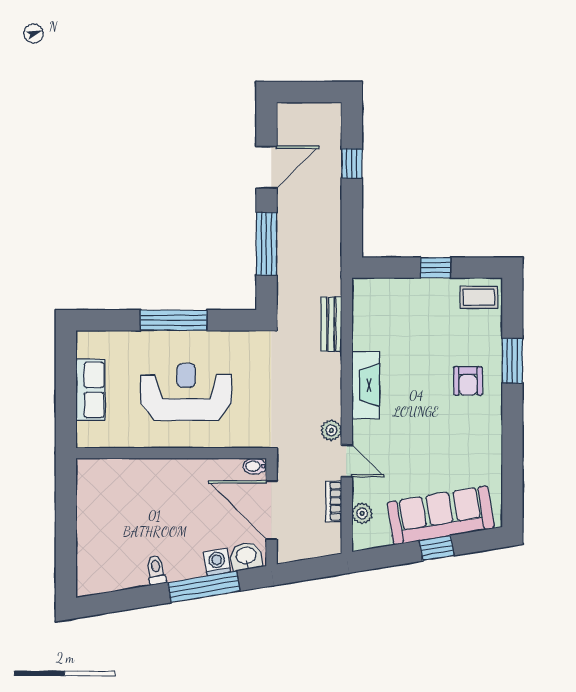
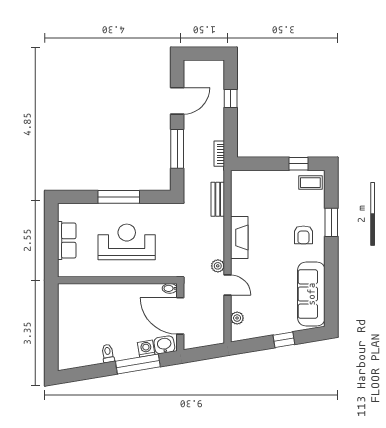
window: (436, 268) -> (298, 164), moved
bookcase: (334, 501) -> (219, 154), moved
sofa: (441, 515) -> (311, 294), moved, turned -81

